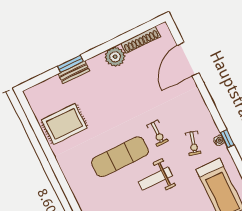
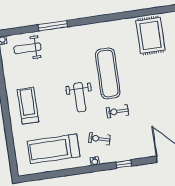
window: (227, 139) -> (124, 164), moved
weight bench: (155, 179) -> (80, 97), turned 180

